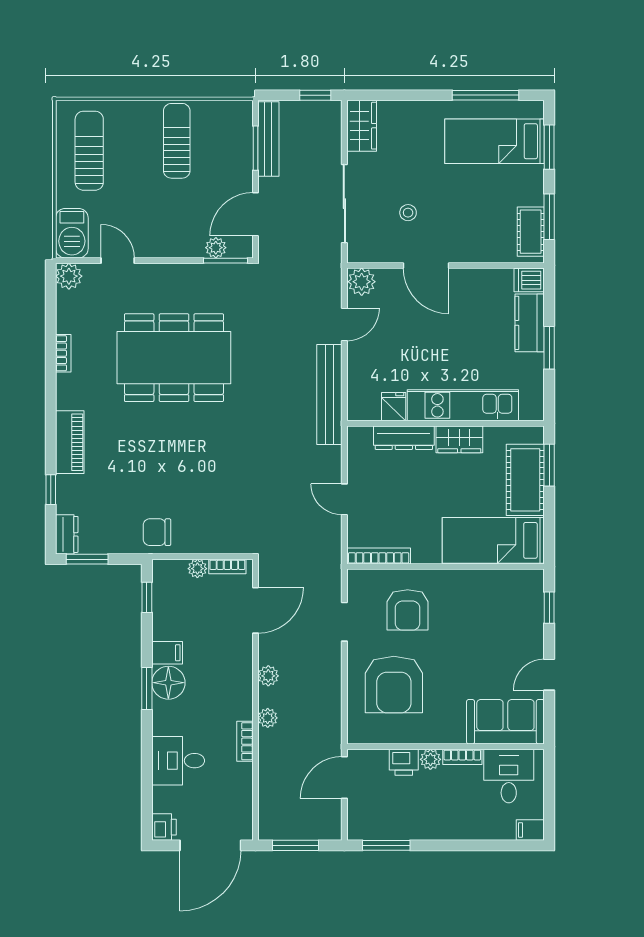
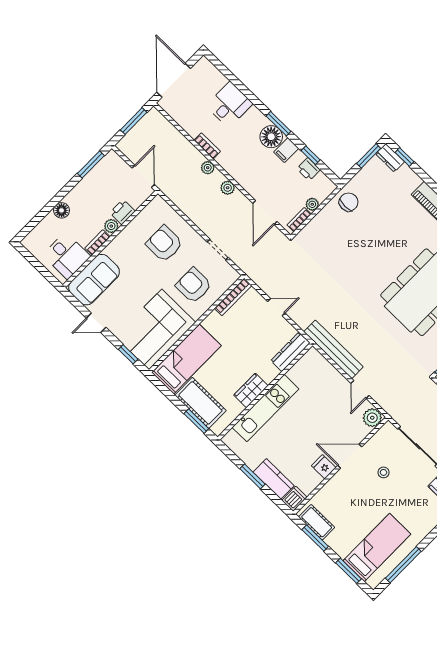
fridge: (394, 407) -> (324, 467), moved, turned 180
dresser: (404, 438) -> (290, 352), moved
window: (51, 490) -> (404, 157), moved
window: (147, 597) -> (311, 155), moved
corner sofa: (494, 605) -> (155, 329), added
door: (549, 675) -> (96, 323), swing flipped
armchair: (394, 685) -> (164, 244), width x0.73, depth x0.73
printer: (164, 827) -> (309, 169), moved
floor lamp: (466, 829) -> (61, 210), added
filing cabinet: (530, 830) -> (31, 241), removed

